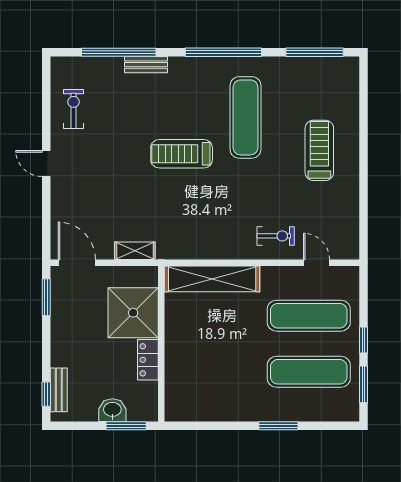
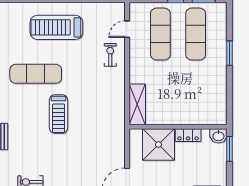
treadmill: (319, 150) -> (56, 27), width x1.37, depth x1.38
shelving: (135, 251) -> (120, 143), removed
shelving: (212, 279) -> (137, 104), width x0.68
washbasin: (112, 410) -> (218, 136), moved, turned -90

